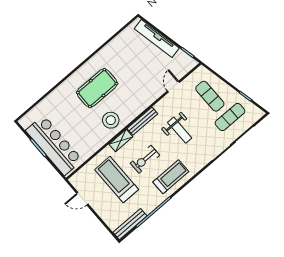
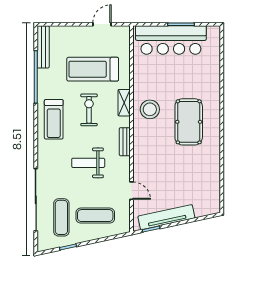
tv unit: (157, 38) -> (166, 217), moved
bench: (142, 121) -> (125, 142), width x0.73
treadmill: (117, 180) -> (93, 69), turned 180

